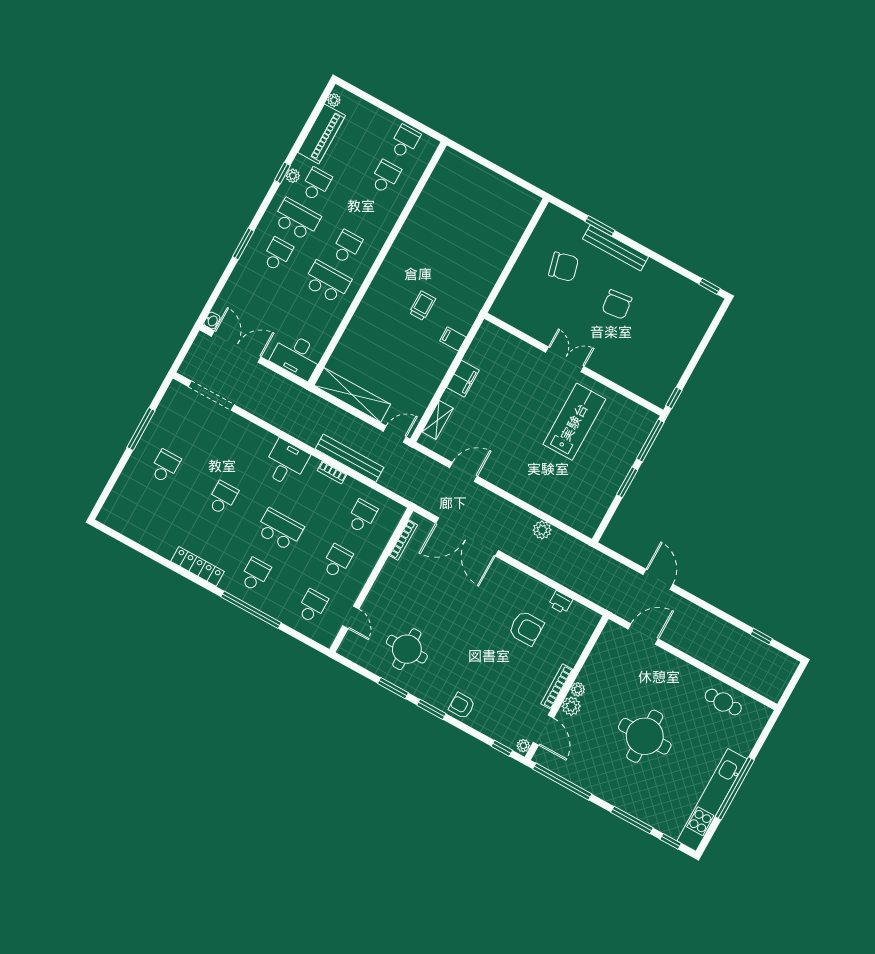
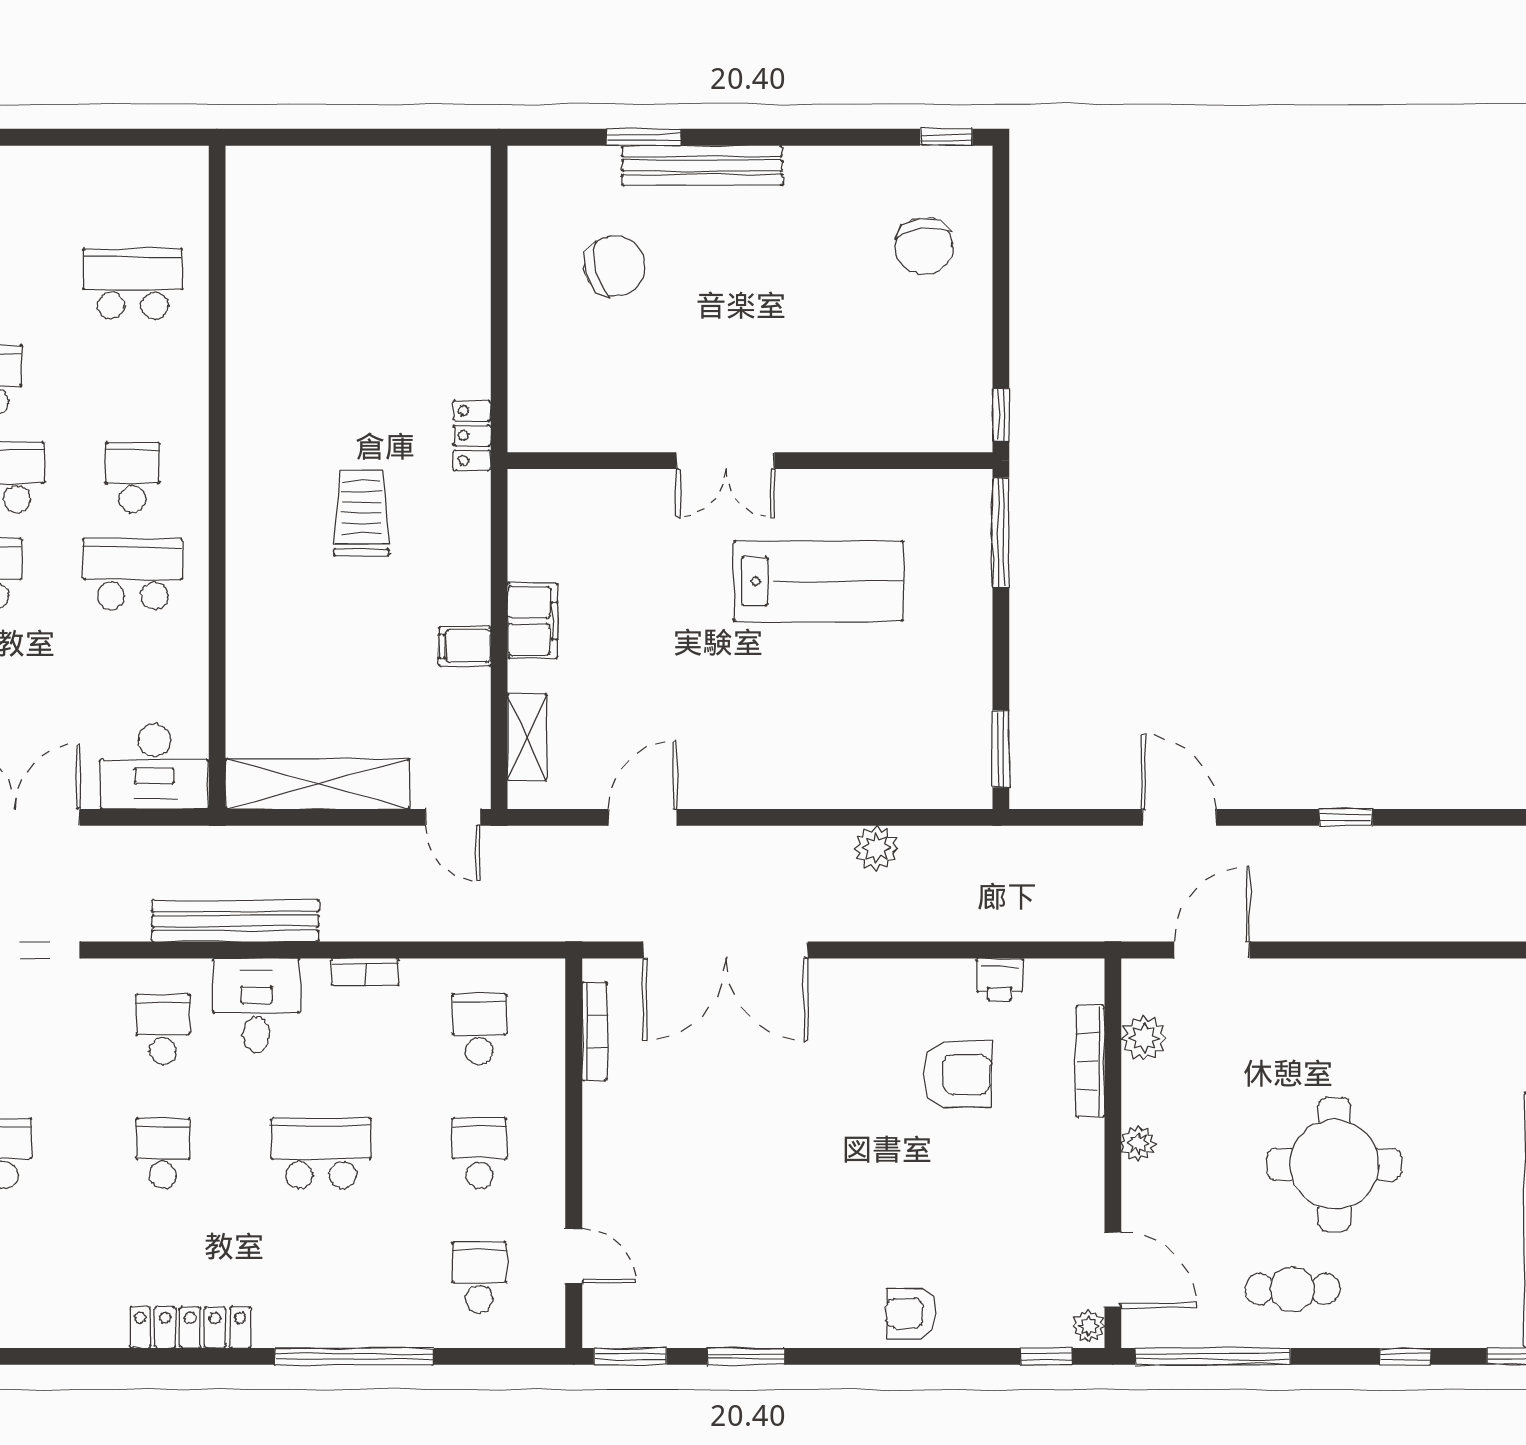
school desk: (405, 142) -> (133, 187), removed
school desk: (385, 177) -> (133, 284), width x1.85
locker: (478, 300) -> (472, 435), added
chair: (617, 304) -> (924, 246), moved
trolley: (422, 306) -> (362, 513), width x1.36, depth x1.39
filing cabinet: (453, 339) -> (465, 646), moved
double door: (565, 359) -> (725, 461), swing flipped
lab bench: (574, 422) -> (818, 581), turned 90
door: (395, 434) -> (453, 817), swing flipped
bench: (349, 458) -> (235, 921), moved
window: (627, 482) -> (1001, 749), moved
school desk: (255, 574) -> (163, 1029), moved
window: (761, 637) -> (1346, 817), moved
round table: (407, 649) -> (730, 1258), removed
bookcase: (557, 687) -> (1090, 1061), moved
cafe table: (723, 702) -> (1292, 1289), moved
plant: (571, 706) -> (1144, 1038), moved
window: (431, 709) -> (630, 1356), moved
window: (632, 820) -> (1405, 1356), width x0.46

